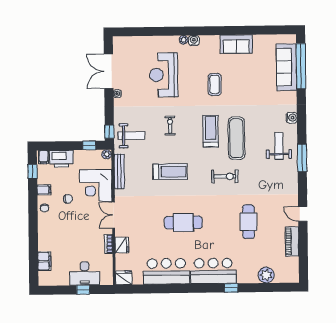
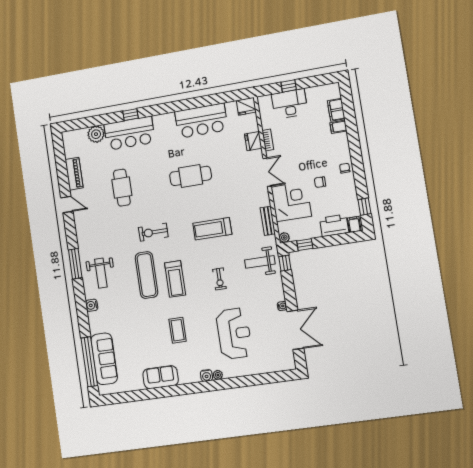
bench: (119, 171) -> (268, 221), width x0.73
filing cabinet: (44, 190) -> (338, 127), moved
bar counter: (213, 271) -> (129, 133), moved

